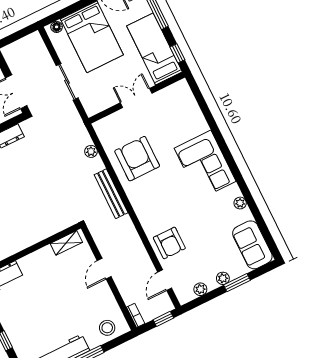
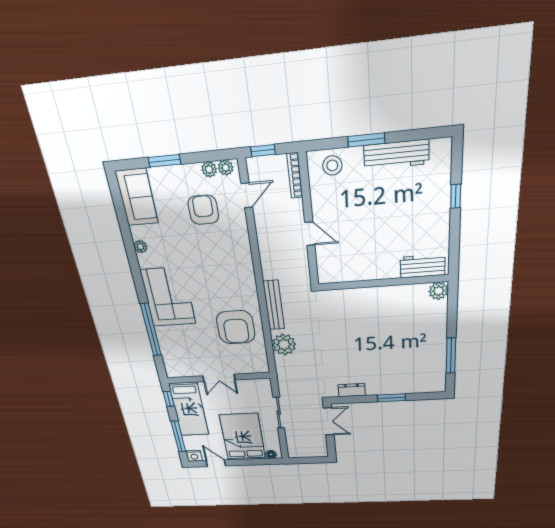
window: (213, 125) -> (151, 330), added
plant: (91, 151) -> (284, 345), width x1.88, depth x1.88
shelving: (66, 243) -> (339, 275), removed
armchair: (169, 243) -> (203, 210), moved
door: (104, 269) -> (310, 234), hinge flipped
plant: (223, 278) -> (226, 168), moved
bookcase: (136, 315) -> (295, 176), width x1.56

